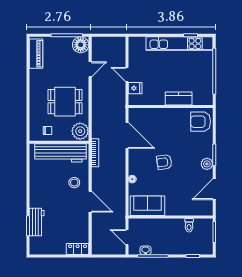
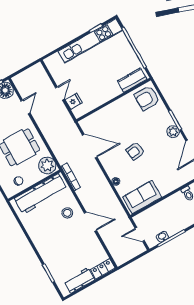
door: (127, 75) -> (60, 93), swing flipped
kitchen counter: (179, 99) -> (132, 80), moved
workbench: (37, 222) -> (79, 280), moved, turned -90

